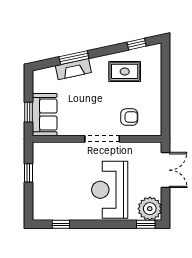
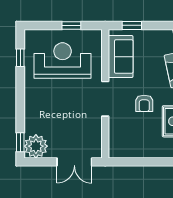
sofa: (45, 115) -> (121, 57), moved, turned -90
armchair: (129, 117) -> (144, 103), moved
reception desk: (110, 190) -> (63, 61), moved

